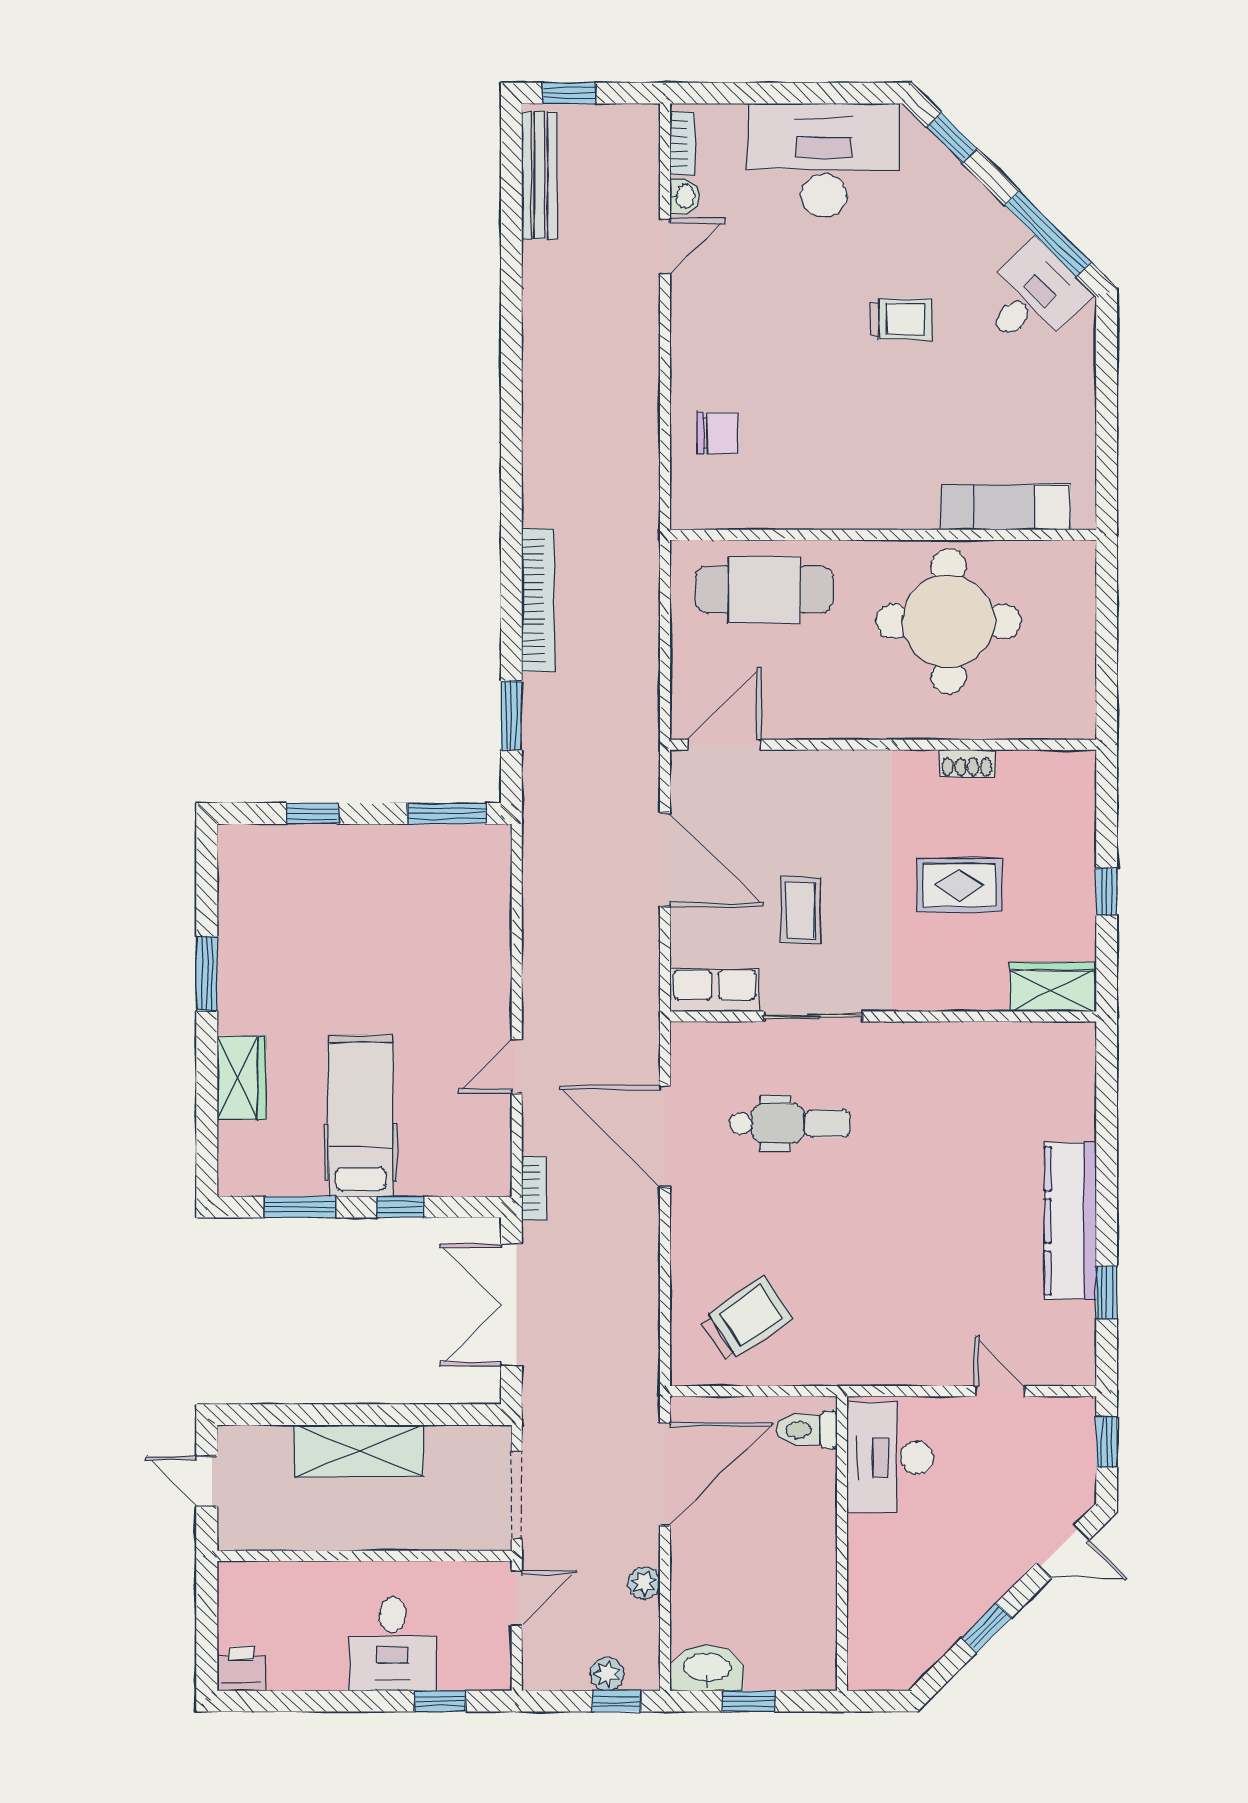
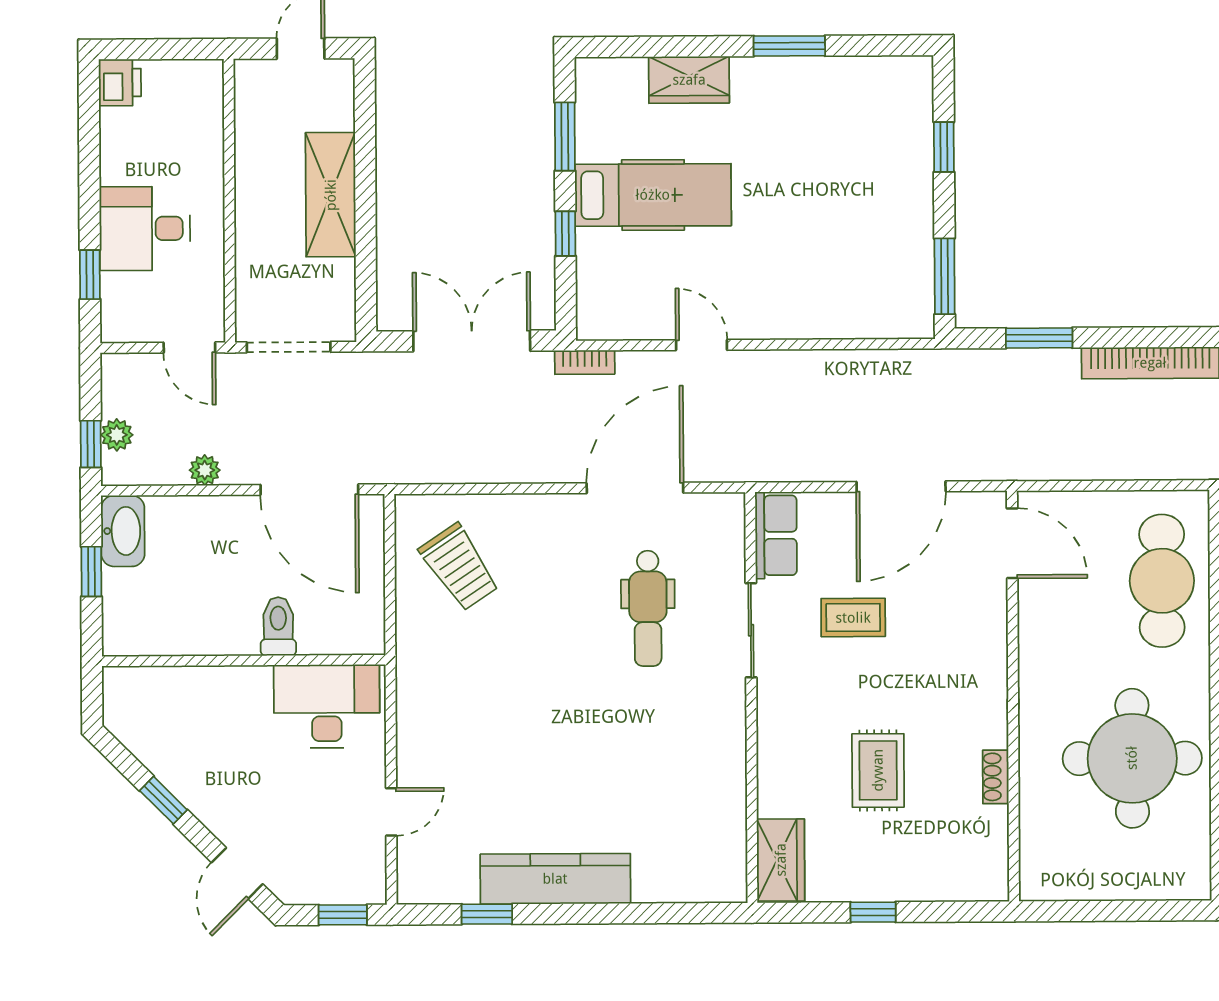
toilet: (807, 1430) -> (278, 626), moved

